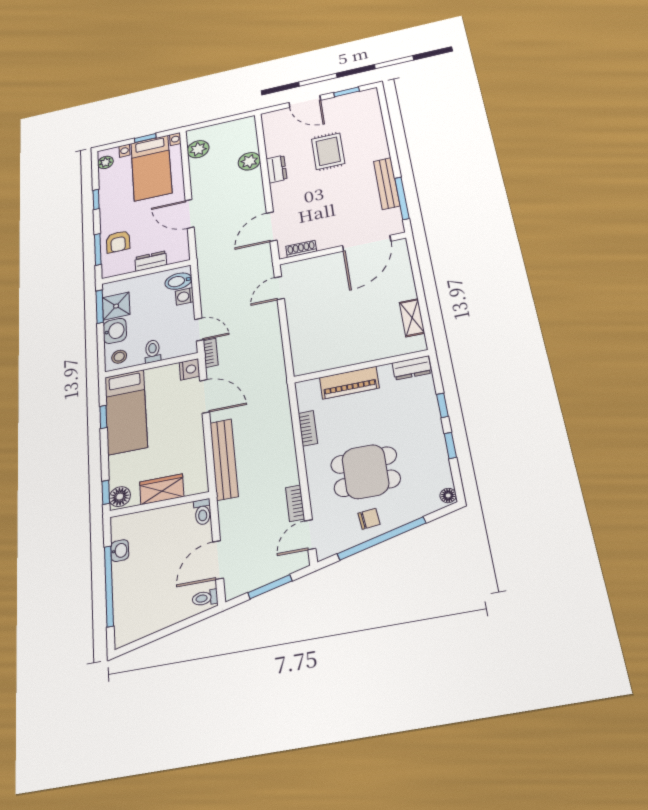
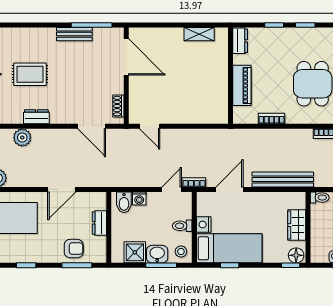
bench: (387, 183) -> (74, 34), width x0.73
window: (100, 307) -> (161, 265), moved
nightstand: (189, 369) -> (204, 224), moved, turned -90

